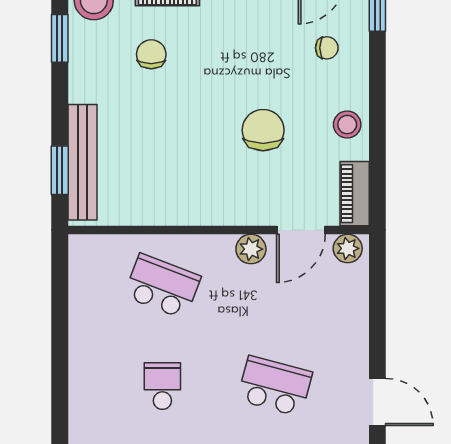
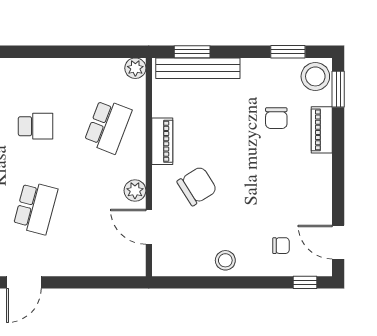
chair: (327, 48) -> (281, 246), turned -90
chair: (151, 54) -> (276, 118), turned 90
chair: (263, 130) -> (197, 186), moved, turned -32
piano: (355, 194) -> (162, 141), moved, turned 90
plant: (348, 248) -> (135, 68), moved

